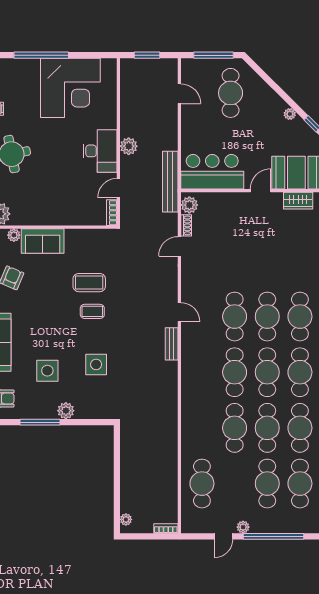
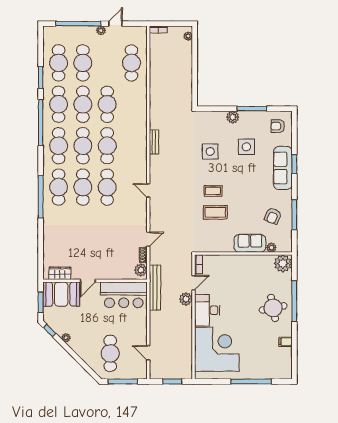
corner desk: (70, 88) -> (217, 349), moved, turned 90
plant: (129, 146) -> (186, 299), moved
bench: (172, 344) -> (154, 142), moved

